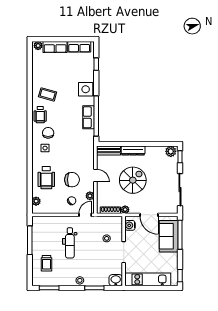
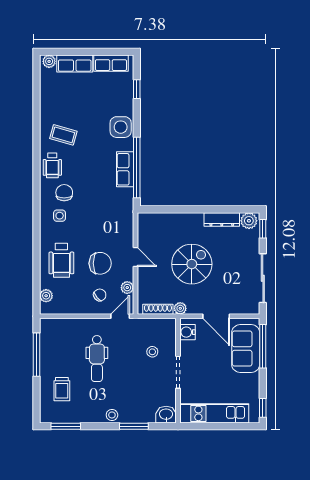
bench: (109, 151) -> (155, 219), removed
dresser: (133, 151) -> (222, 219), moved

